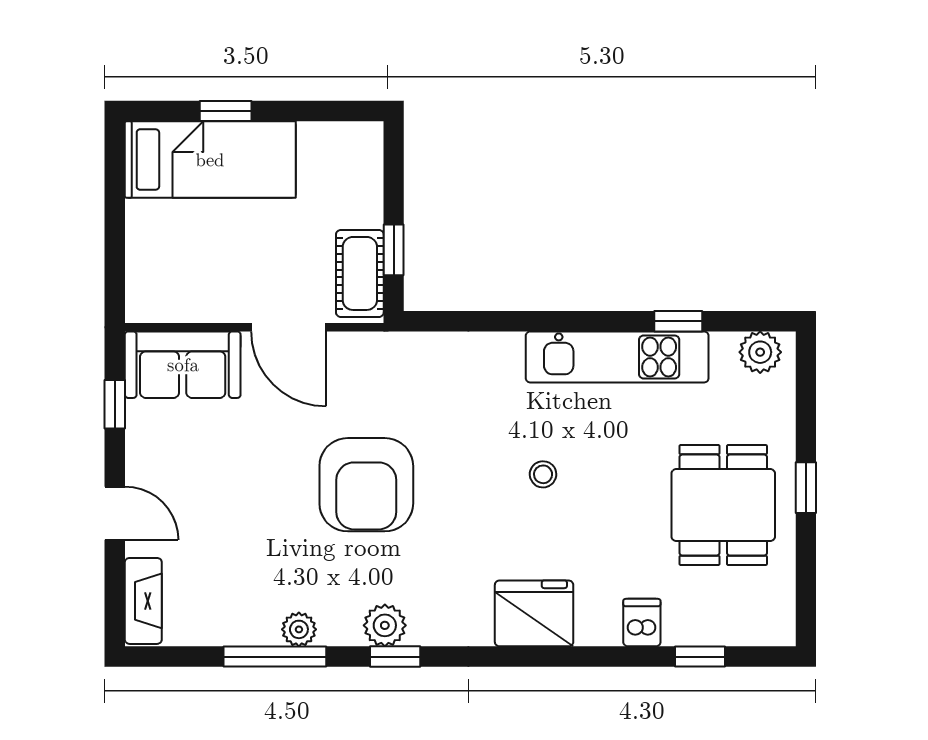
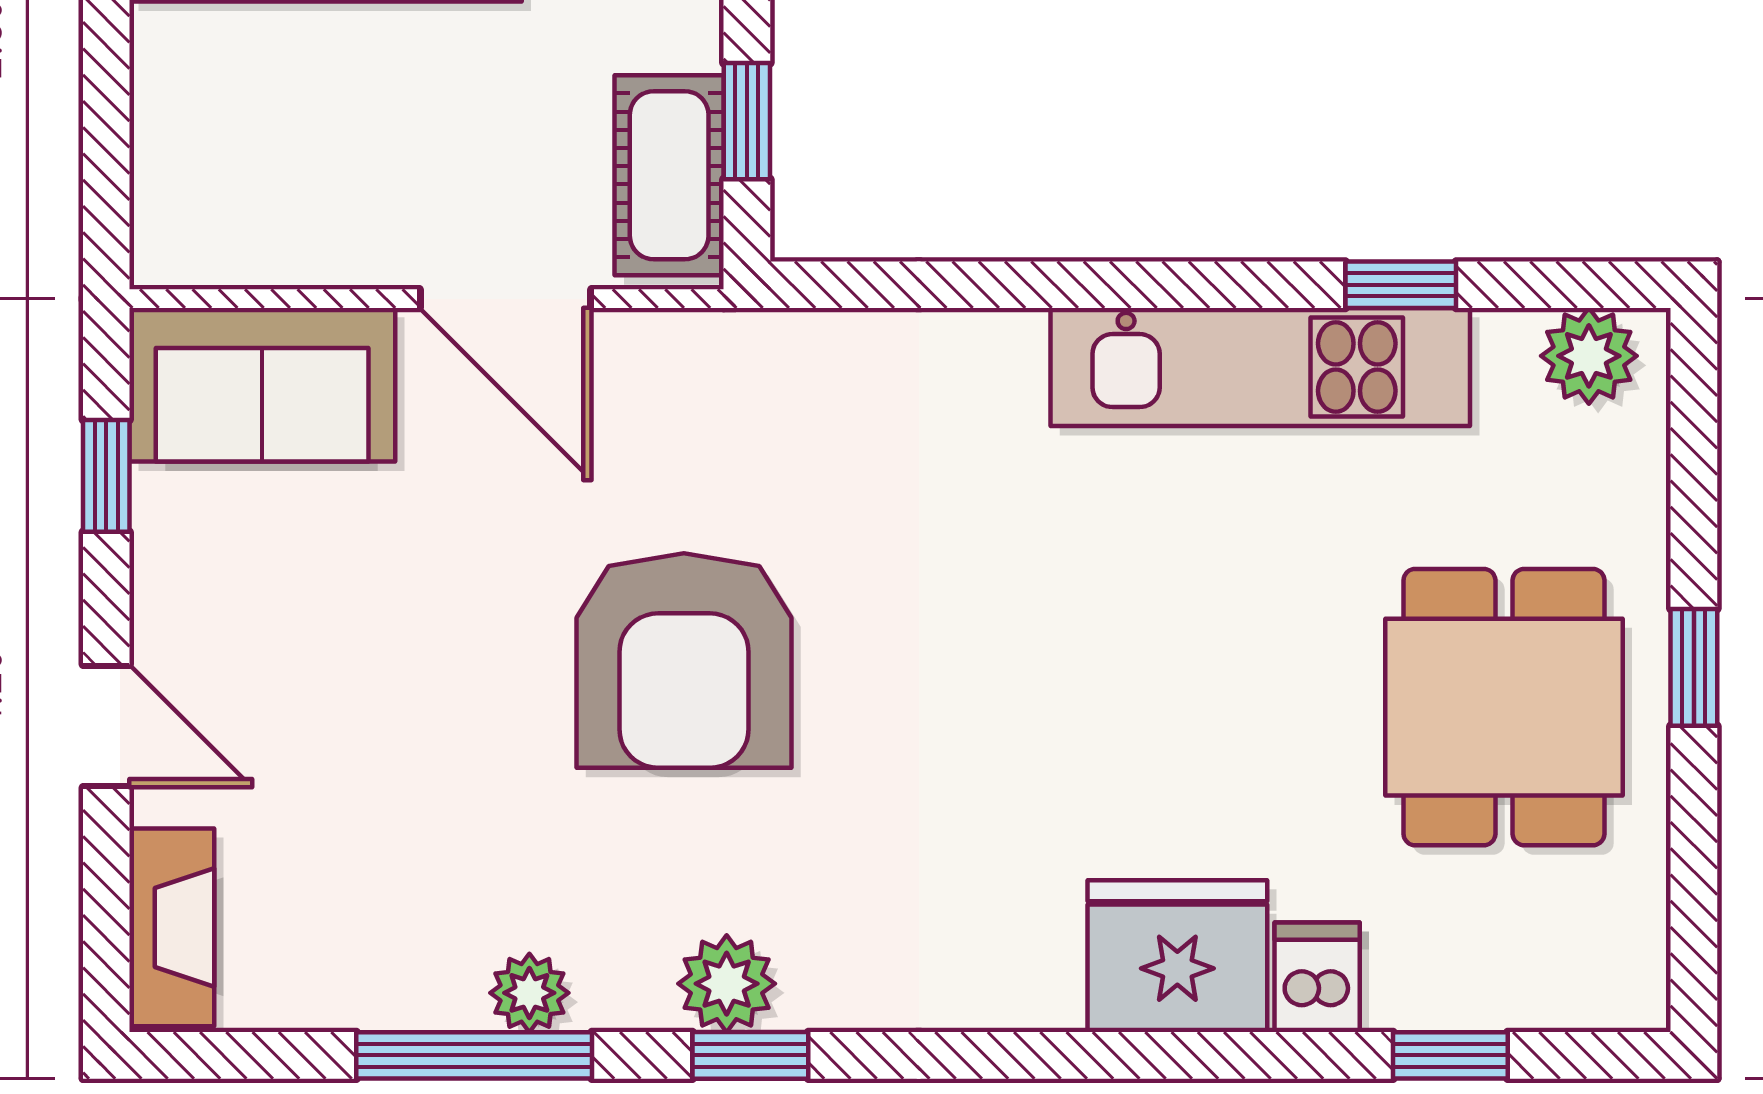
stool: (543, 474) -> (1090, 637), removed
fridge: (534, 613) -> (1177, 956), moved

